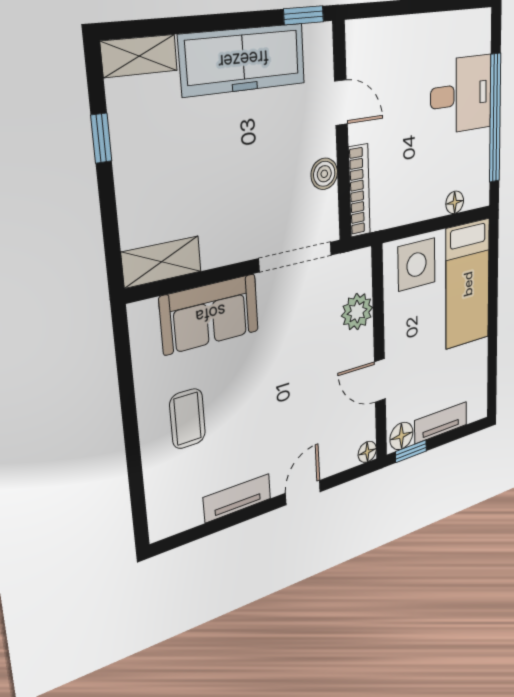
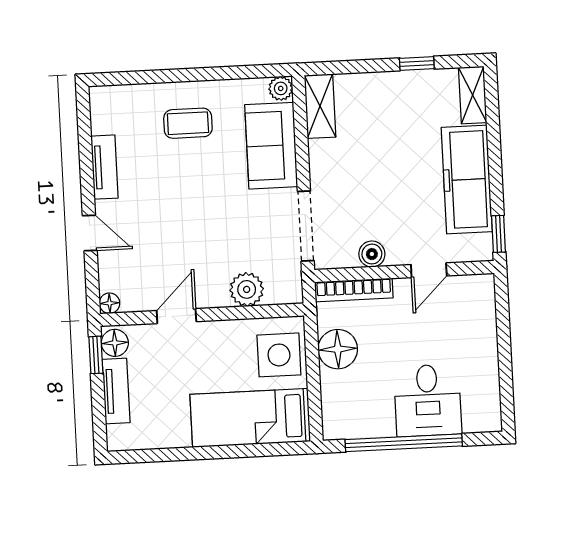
floor lamp: (455, 202) -> (338, 349), moved, width x1.89, depth x1.89
plant: (142, 316) -> (281, 88), added

